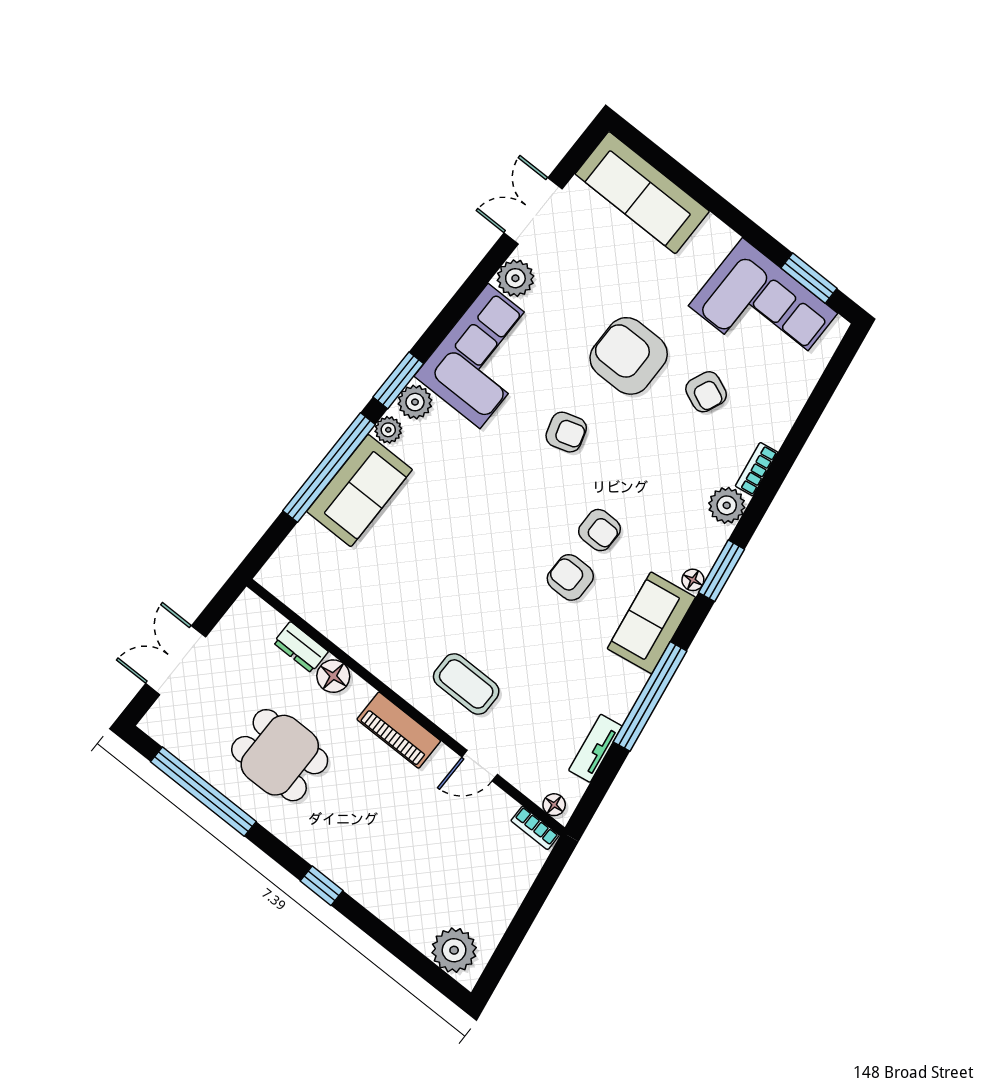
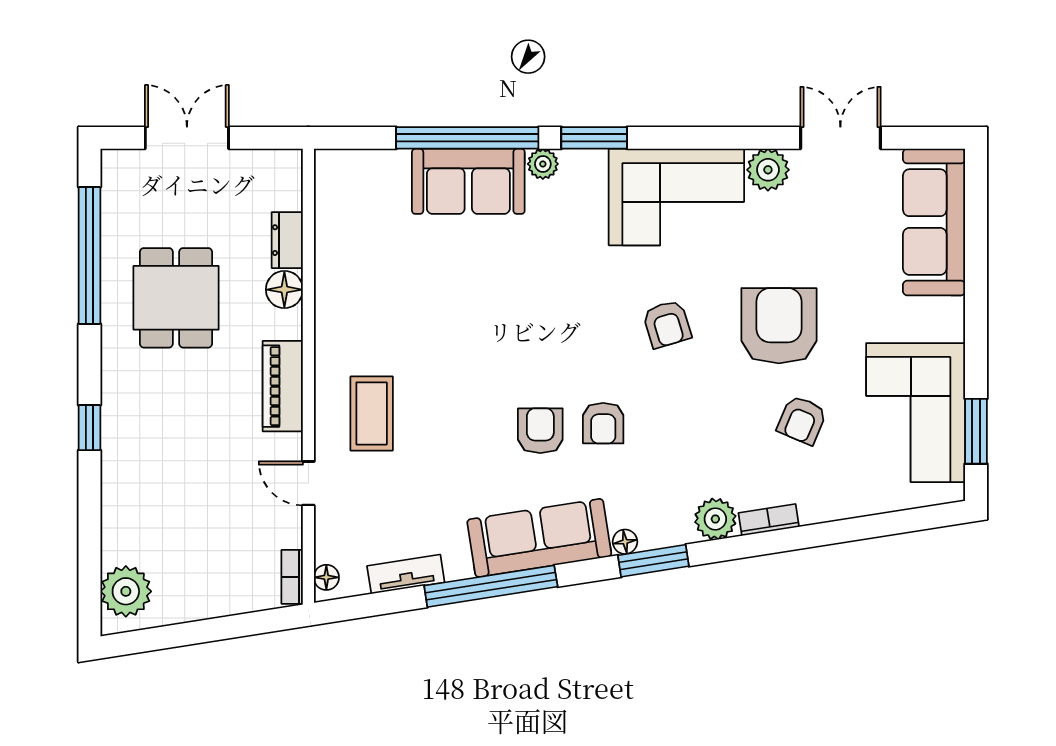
plant: (415, 402) -> (586, 168), removed
sofa: (651, 623) -> (539, 538), width x1.36

